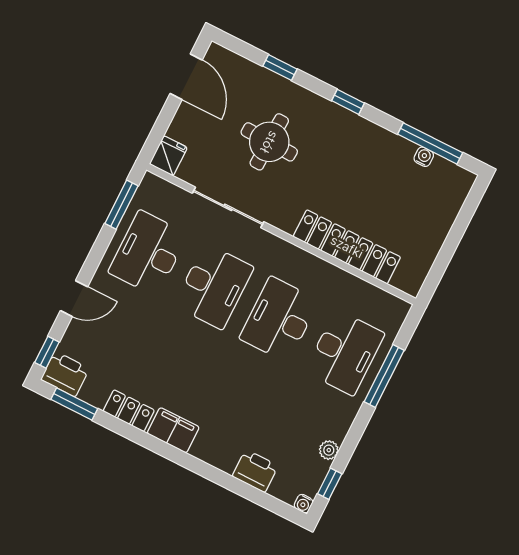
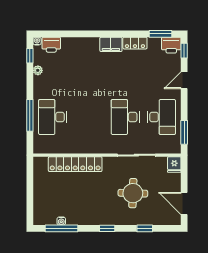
desk: (279, 319) -> (89, 117), removed
printer: (255, 471) -> (51, 45), moved

